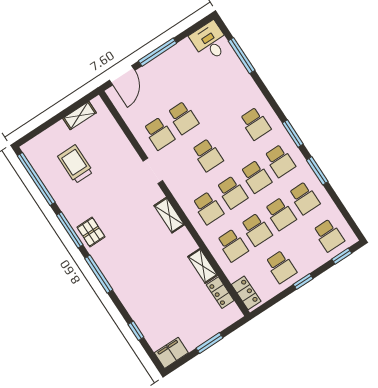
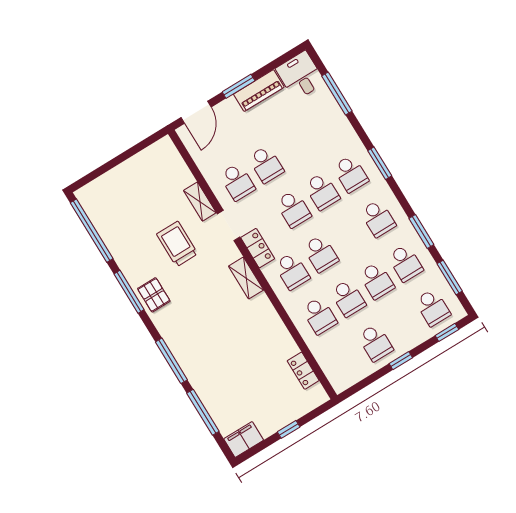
window: (158, 52) -> (239, 86), width x0.69
piano: (175, 55) -> (259, 91), added
shelving: (80, 116) -> (200, 202), moved, turned 90
window: (293, 133) -> (380, 163), moved
trolley: (75, 164) -> (177, 244), moved
school desk: (256, 177) -> (322, 191), moved
window: (343, 209) -> (450, 277), added
shelving: (203, 266) -> (283, 339), removed
window: (99, 274) -> (171, 361), moved
locker: (246, 293) -> (258, 248), moved
window: (136, 331) -> (203, 412), width x2.17
window: (209, 343) -> (289, 429), width x0.67

